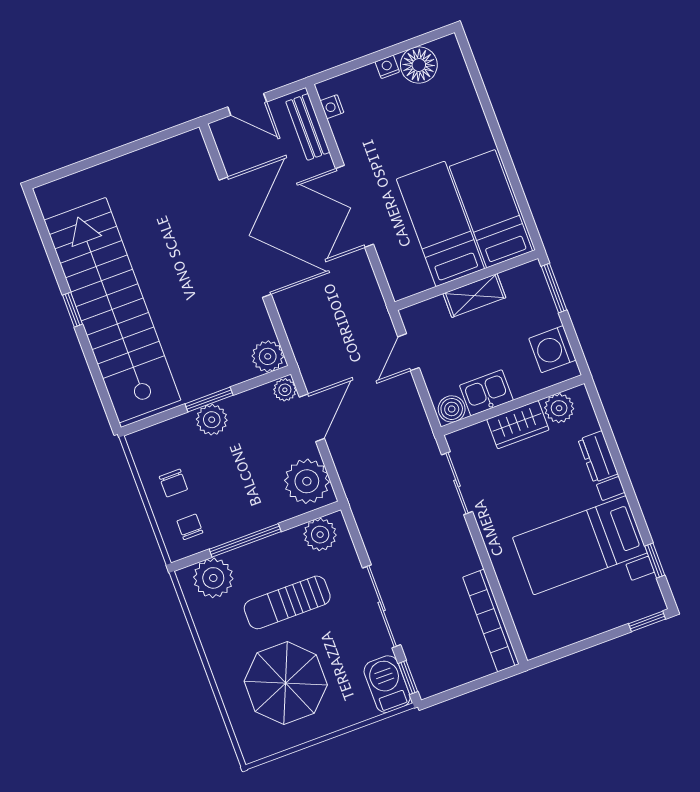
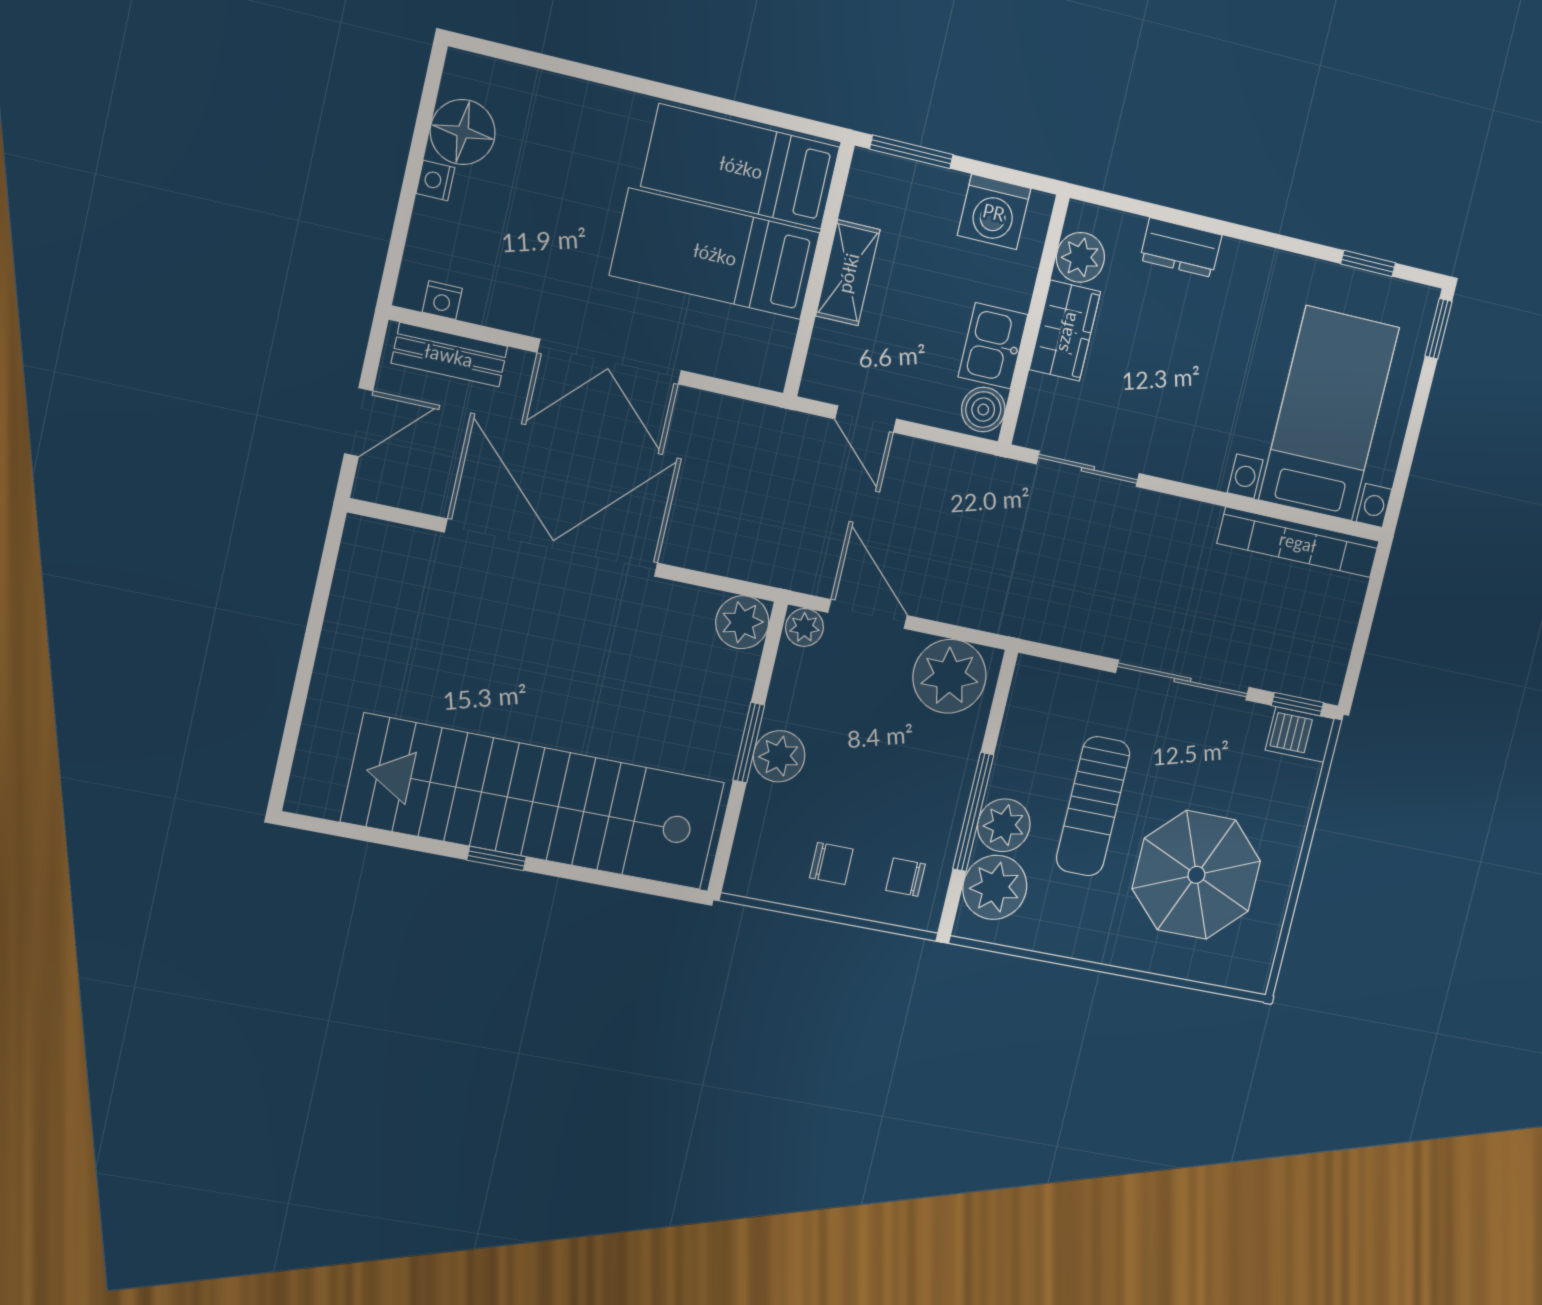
plant: (320, 535) -> (1004, 825), moved
bed with nightstands: (580, 545) -> (1329, 414), moved, turned 180
barbecue: (387, 684) -> (1300, 735), width x0.73, depth x0.79

